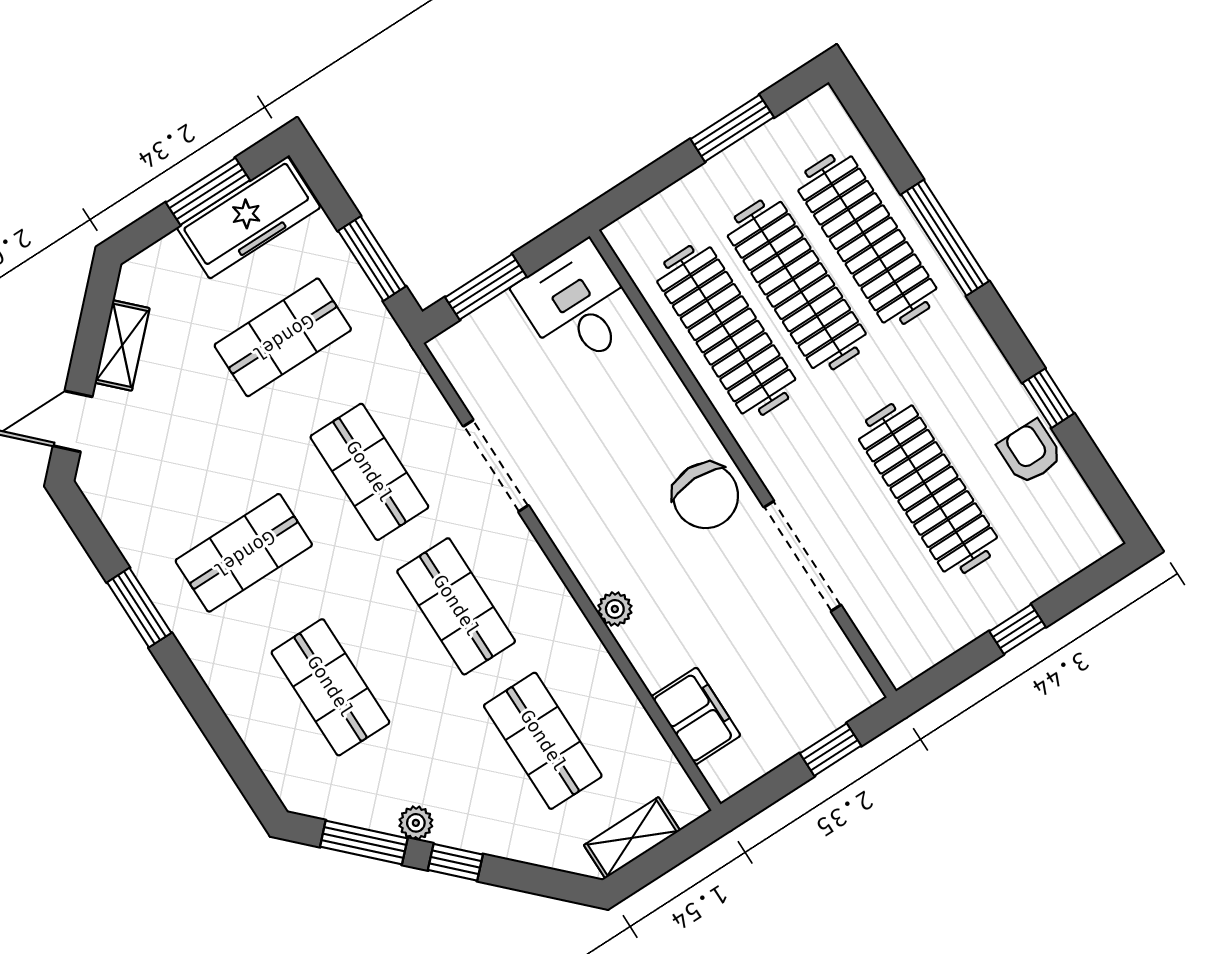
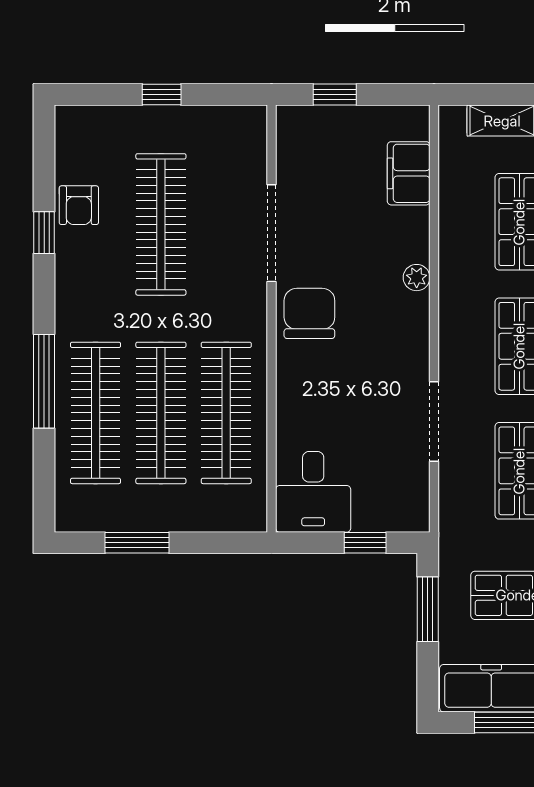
window: (486, 287) -> (365, 543), width x0.67

